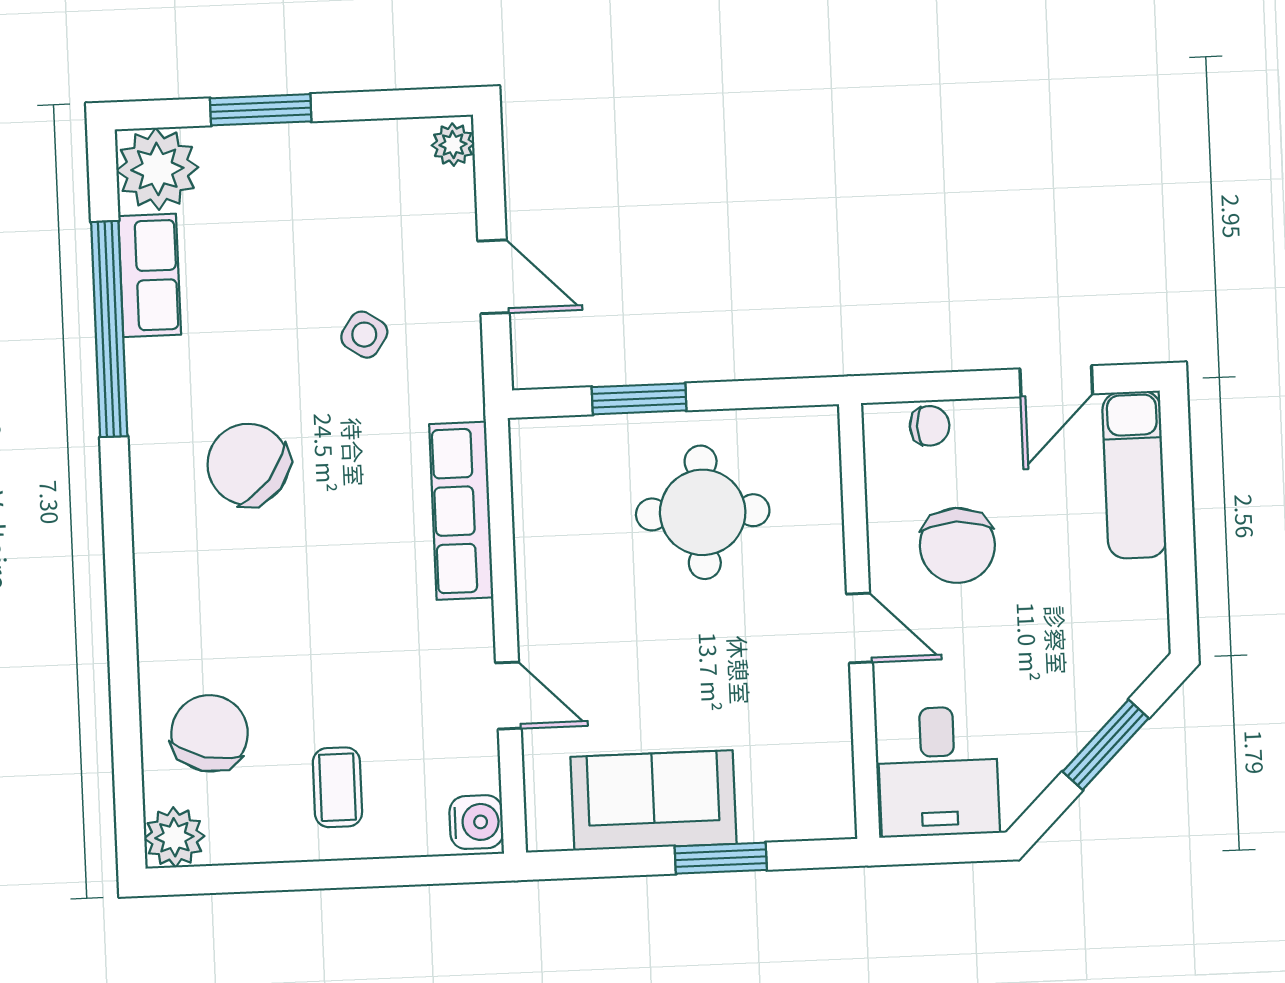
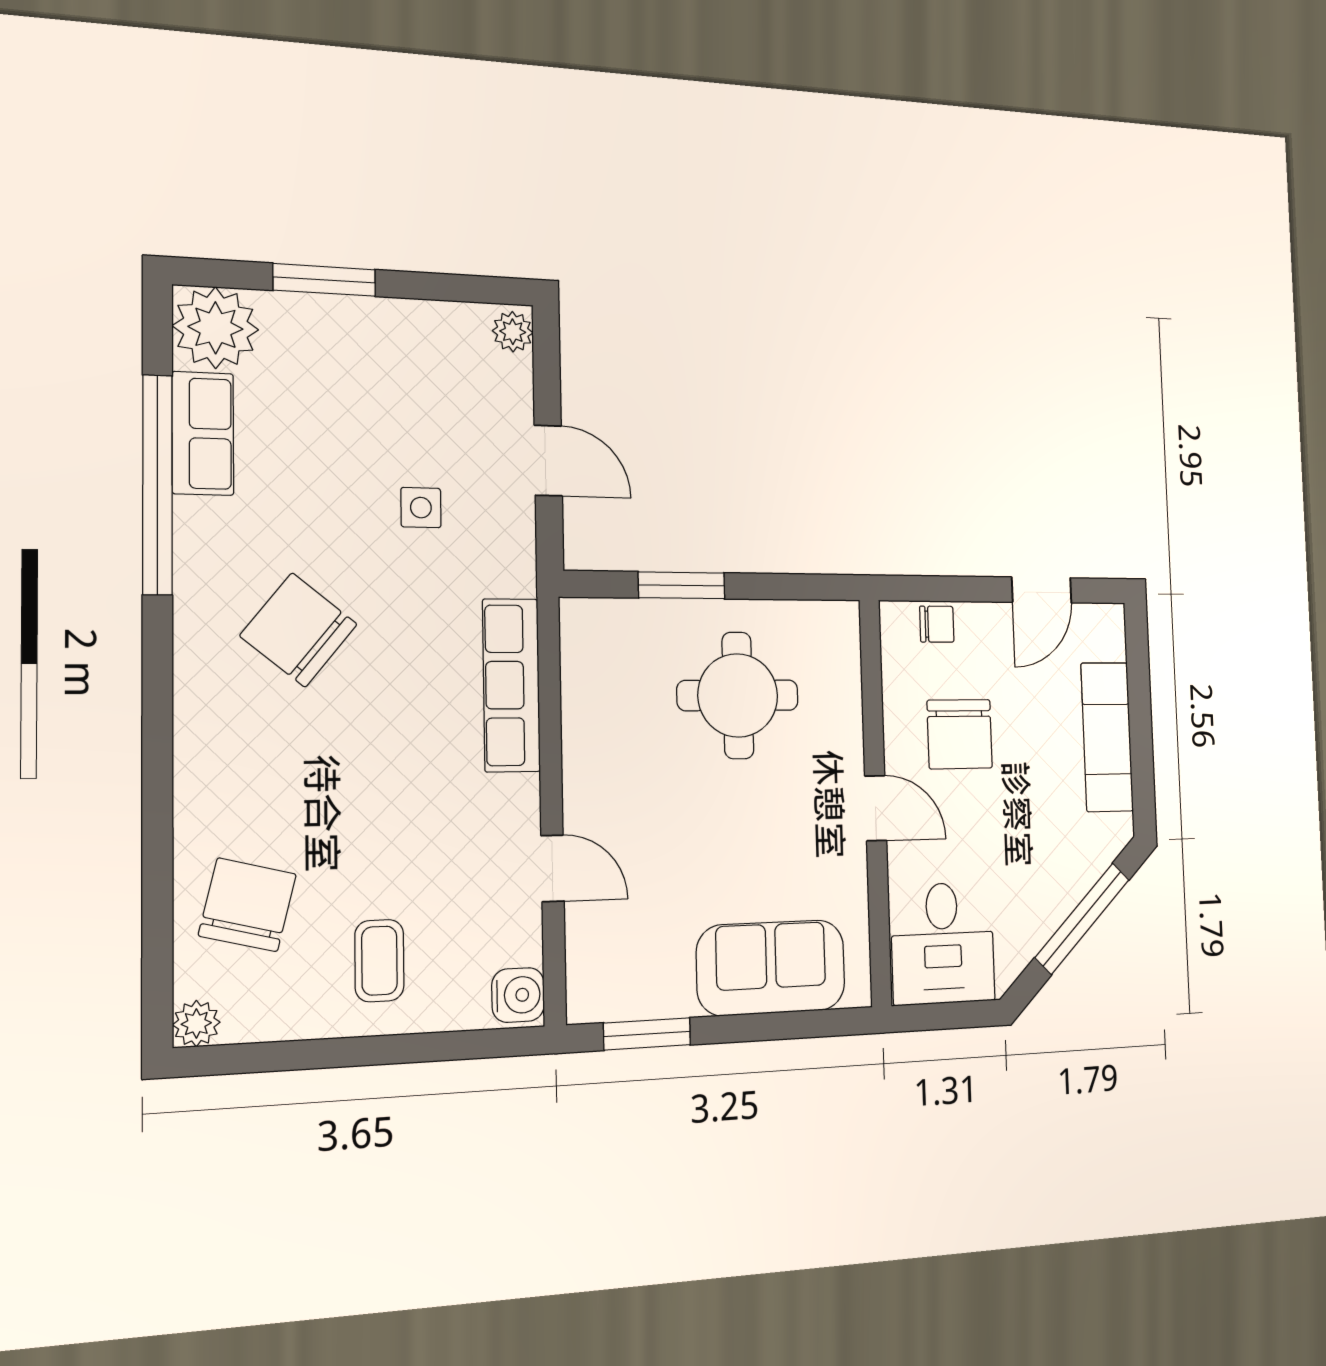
side table: (364, 335) -> (421, 508), turned -34
exam couch: (1134, 475) -> (1107, 737), moved
window: (1106, 745) -> (1082, 918), width x1.44
sofa: (653, 800) -> (771, 968), moved
plant: (174, 837) -> (196, 1023), width x0.73, depth x0.73
window: (721, 858) -> (647, 1034), moved

